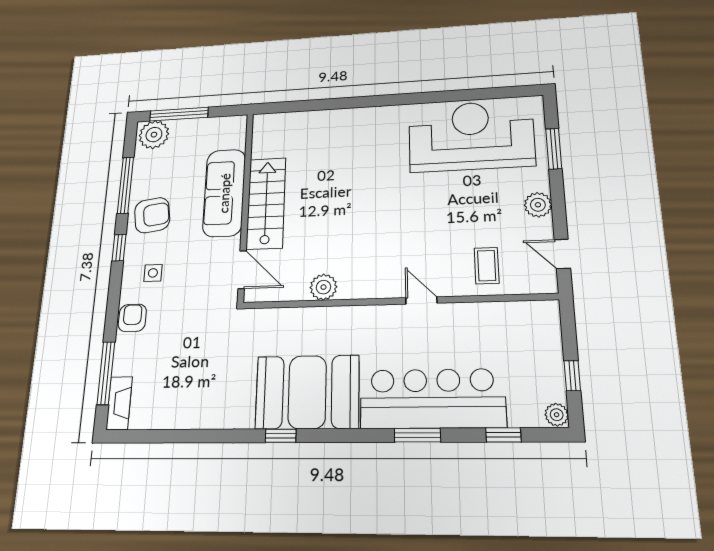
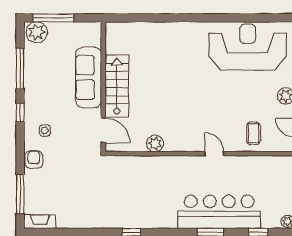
armchair: (152, 215) -> (41, 91), removed
booth: (307, 392) -> (146, 207), removed
fireplace: (119, 403) -> (40, 222), moved, turned -90

